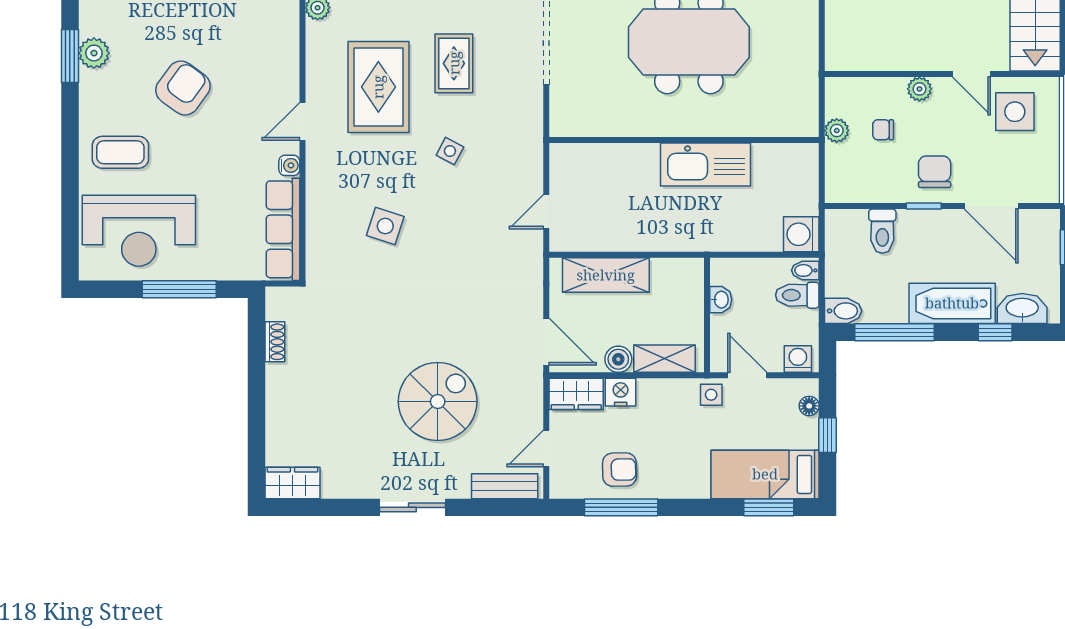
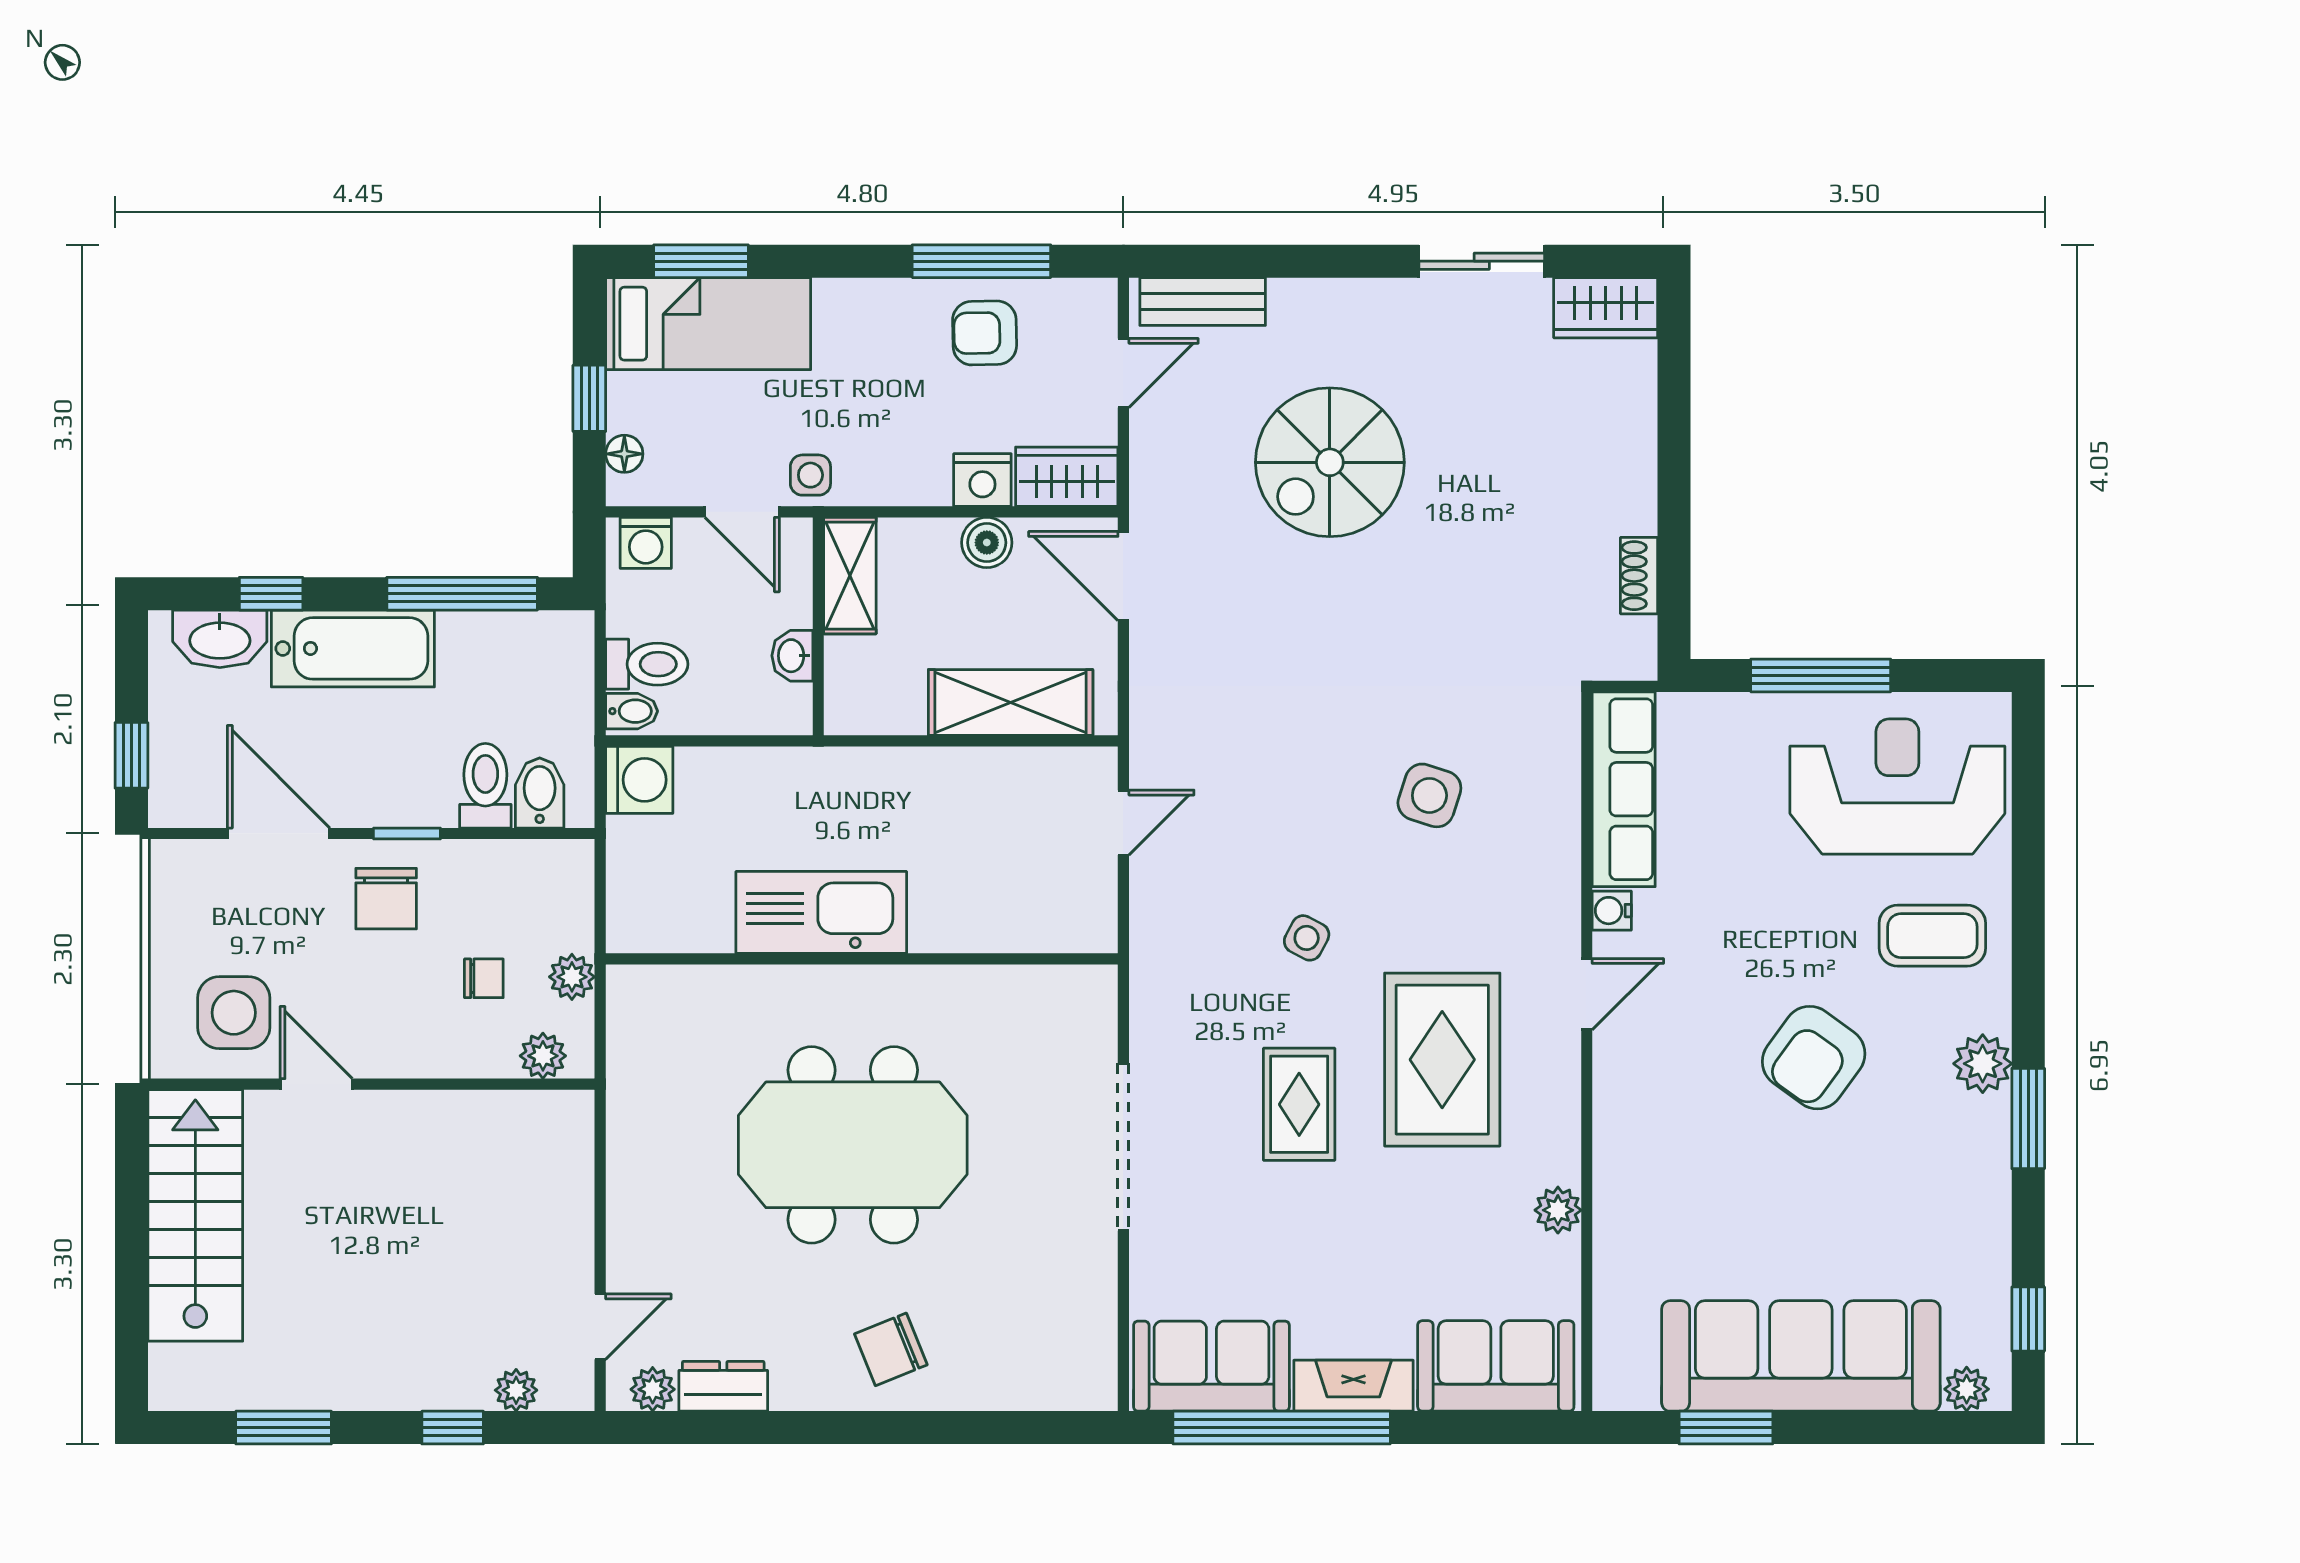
plant: (94, 53) -> (1983, 1064), moved
plant: (919, 89) -> (543, 1056), moved
bidet: (843, 311) -> (540, 793), moved, turned 90
shelving: (665, 359) -> (850, 576), moved, turned 90
sliding door: (412, 507) -> (1482, 261), moved

